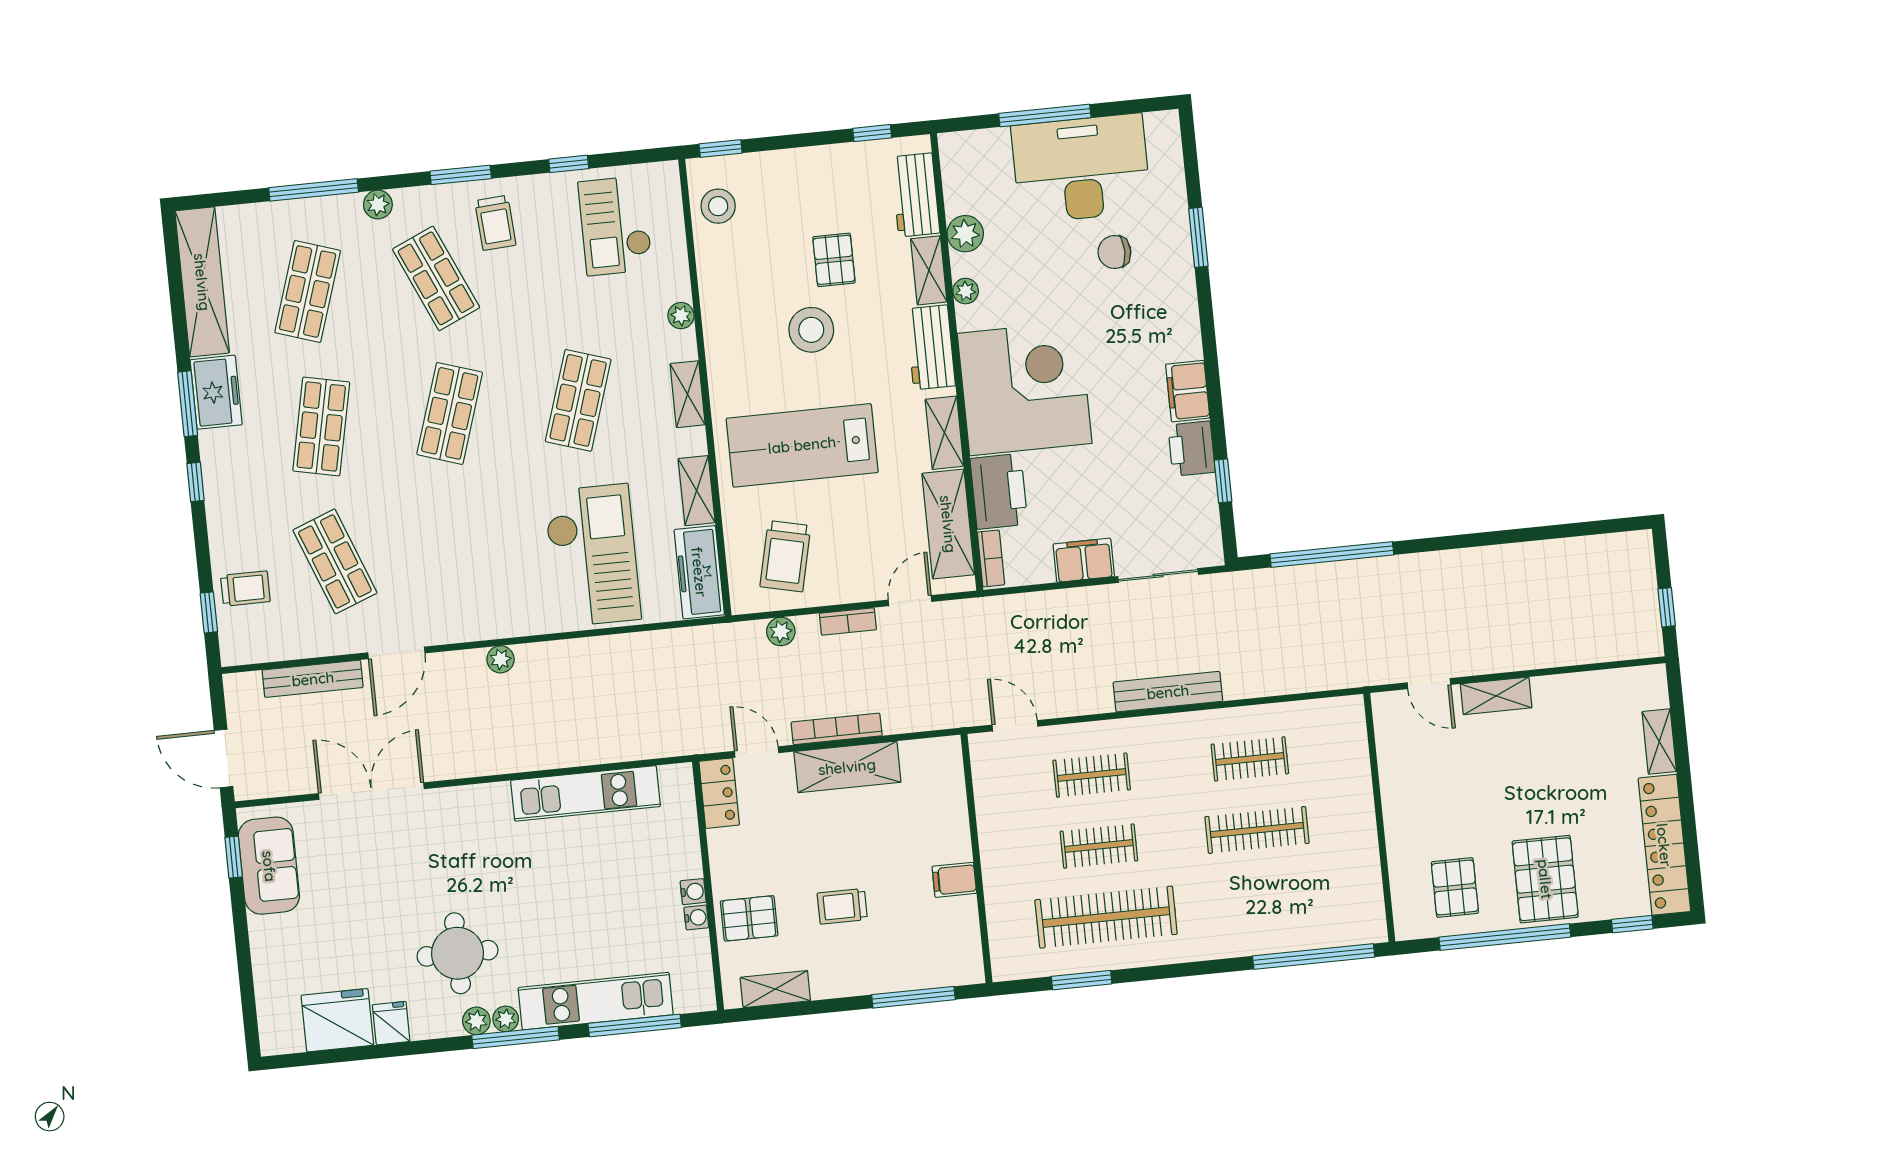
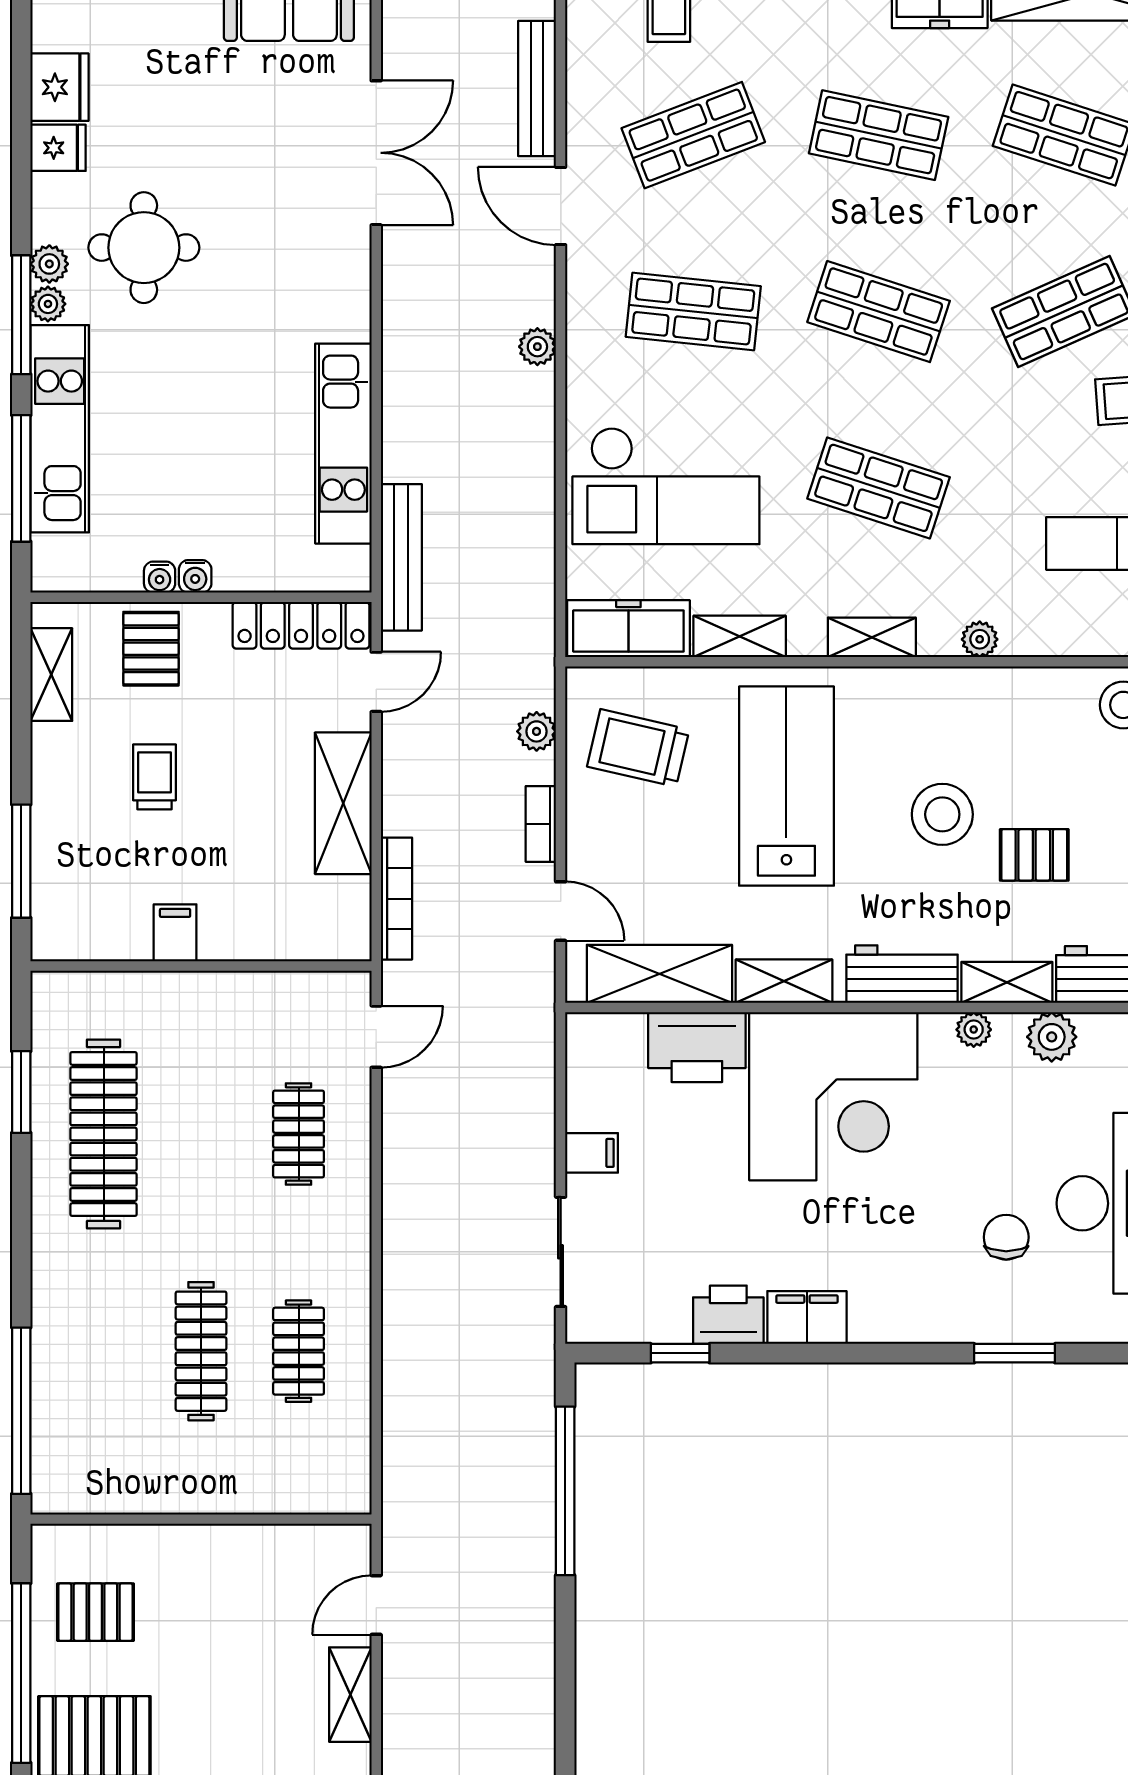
shop shelf: (463, 548) -> (693, 312), added
bookcase: (991, 558) -> (607, 1027), removed
filing cabinet: (1084, 560) -> (592, 1153), width x0.50
bench: (1168, 692) -> (401, 557), moved
bookcase: (837, 729) -> (396, 899), moved
locker: (719, 793) -> (301, 625), width x1.53
clothes rail: (1099, 846) -> (201, 1134), removed
fridge: (337, 1020) -> (60, 87), width x0.73, depth x0.75

